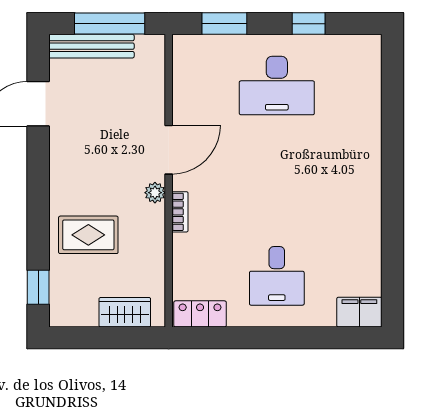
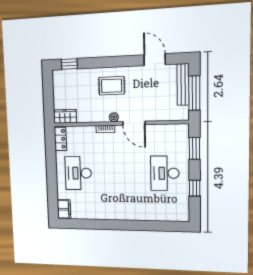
rug: (88, 235) -> (112, 86), moved, turned 90
desk: (277, 276) -> (78, 173), width x1.37
wardrobe: (125, 312) -> (65, 116), moved, turned -90

